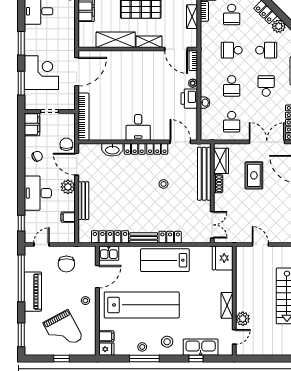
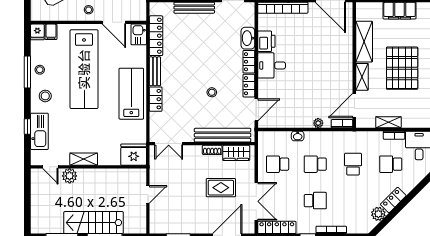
school desk: (266, 50) -> (353, 201), removed
printer: (189, 99) -> (266, 41), moved, turned 90

